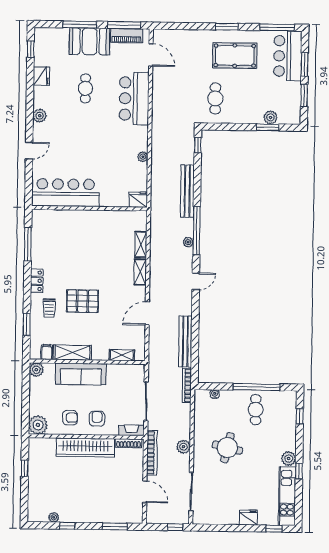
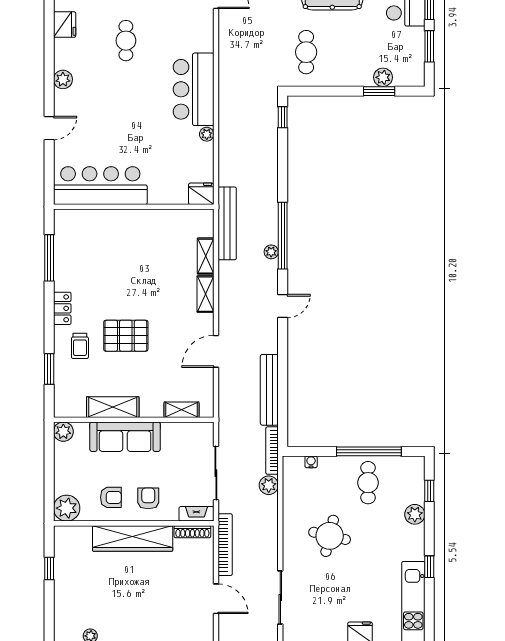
bar counter: (134, 99) -> (194, 89), moved
bench: (187, 191) -> (227, 223), moved
filing cabinet: (47, 352) -> (77, 407), removed
plant: (183, 447) -> (269, 485), moved
plant: (289, 459) -> (415, 514), moved

